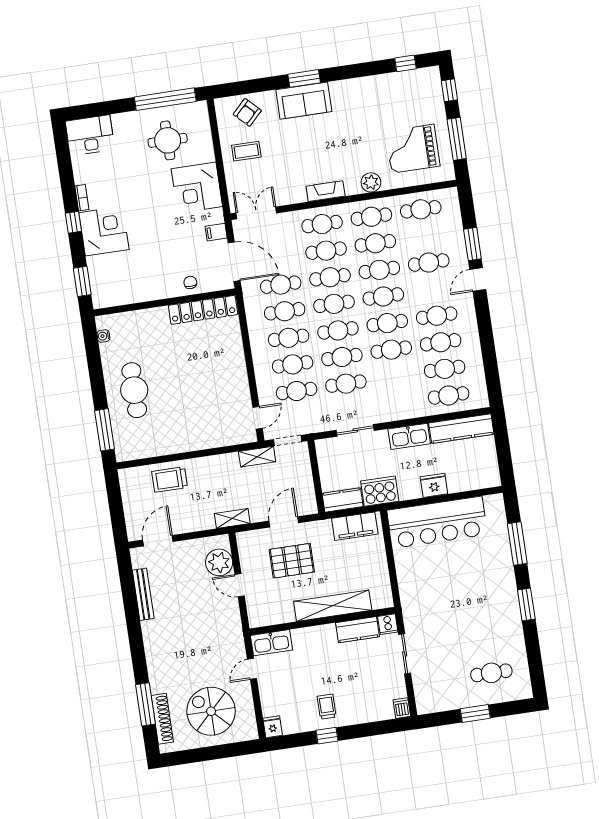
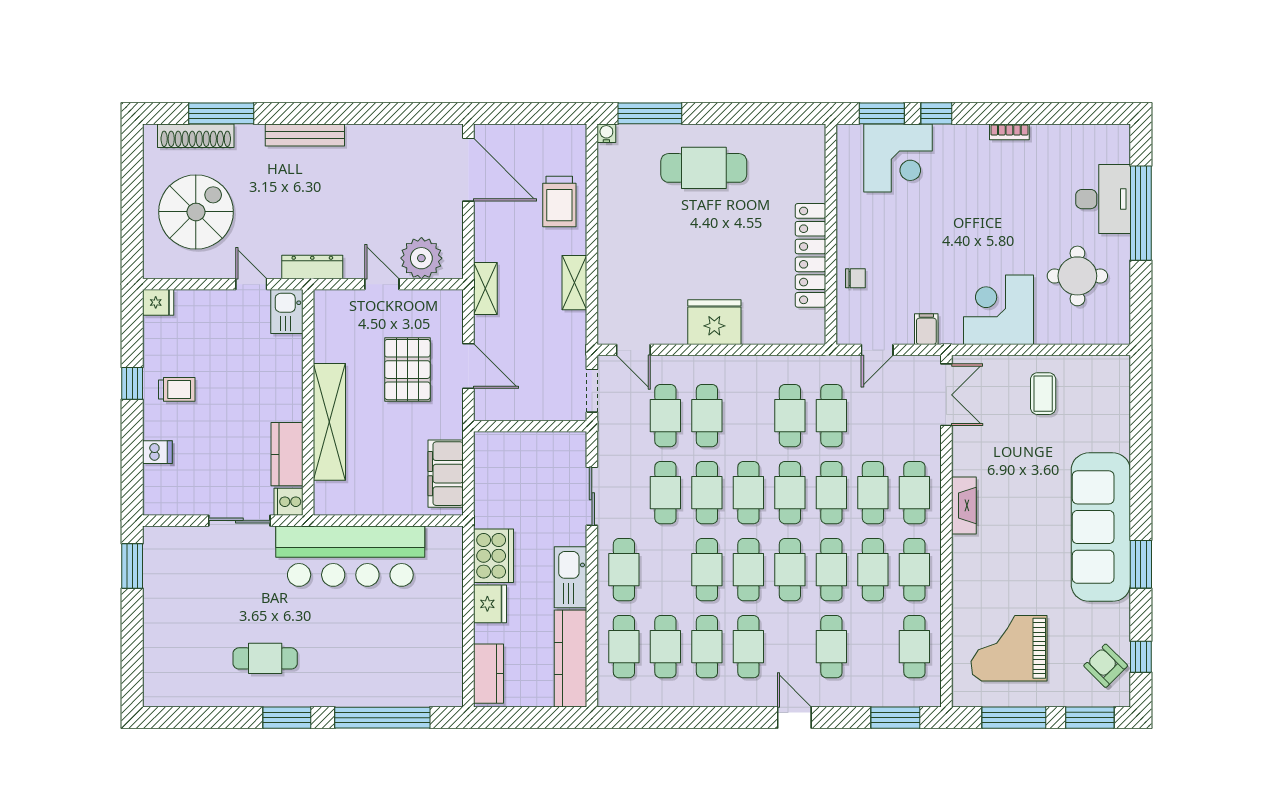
window: (304, 78) -> (1141, 564), moved
window: (449, 90) -> (1090, 718), width x1.50
window: (165, 99) -> (1141, 213), moved
sofa: (304, 101) -> (1101, 527), width x1.85, depth x1.27
armchair: (247, 112) -> (1106, 666), moved
desk: (90, 135) -> (1103, 199), moved
grand piano: (413, 149) -> (1009, 648), turned -90
plant: (371, 182) -> (967, 577), removed
window: (73, 222) -> (936, 113), moved
corner desk: (104, 231) -> (898, 158), moved
window: (472, 244) -> (895, 718), moved
door: (234, 262) -> (877, 350), width x0.53
locker: (203, 310) -> (811, 255), moved
water cooler: (103, 336) -> (606, 133), moved
cafe table: (289, 338) -> (624, 570), moved
fridge: (232, 369) -> (714, 322), added
shelving: (257, 457) -> (574, 283), moved
trolley: (170, 479) -> (559, 201), turned 180
cooker: (380, 491) -> (494, 556), moved
kitchen counter: (343, 500) -> (489, 674), moved
bar counter: (437, 522) -> (350, 556), moved, turned -90
door: (158, 541) -> (468, 170), width x1.36
window: (517, 543) -> (382, 718), width x1.46
door: (240, 585) -> (382, 284), hinge flipped
bench: (143, 594) -> (305, 135), moved
dresser: (235, 631) -> (312, 267), added
kitchen sink: (271, 643) -> (287, 312), width x0.73
cafe table: (491, 673) -> (265, 658), moved, turned 90
dishwasher: (402, 708) -> (157, 452), moved
window: (475, 714) -> (132, 566), moved

